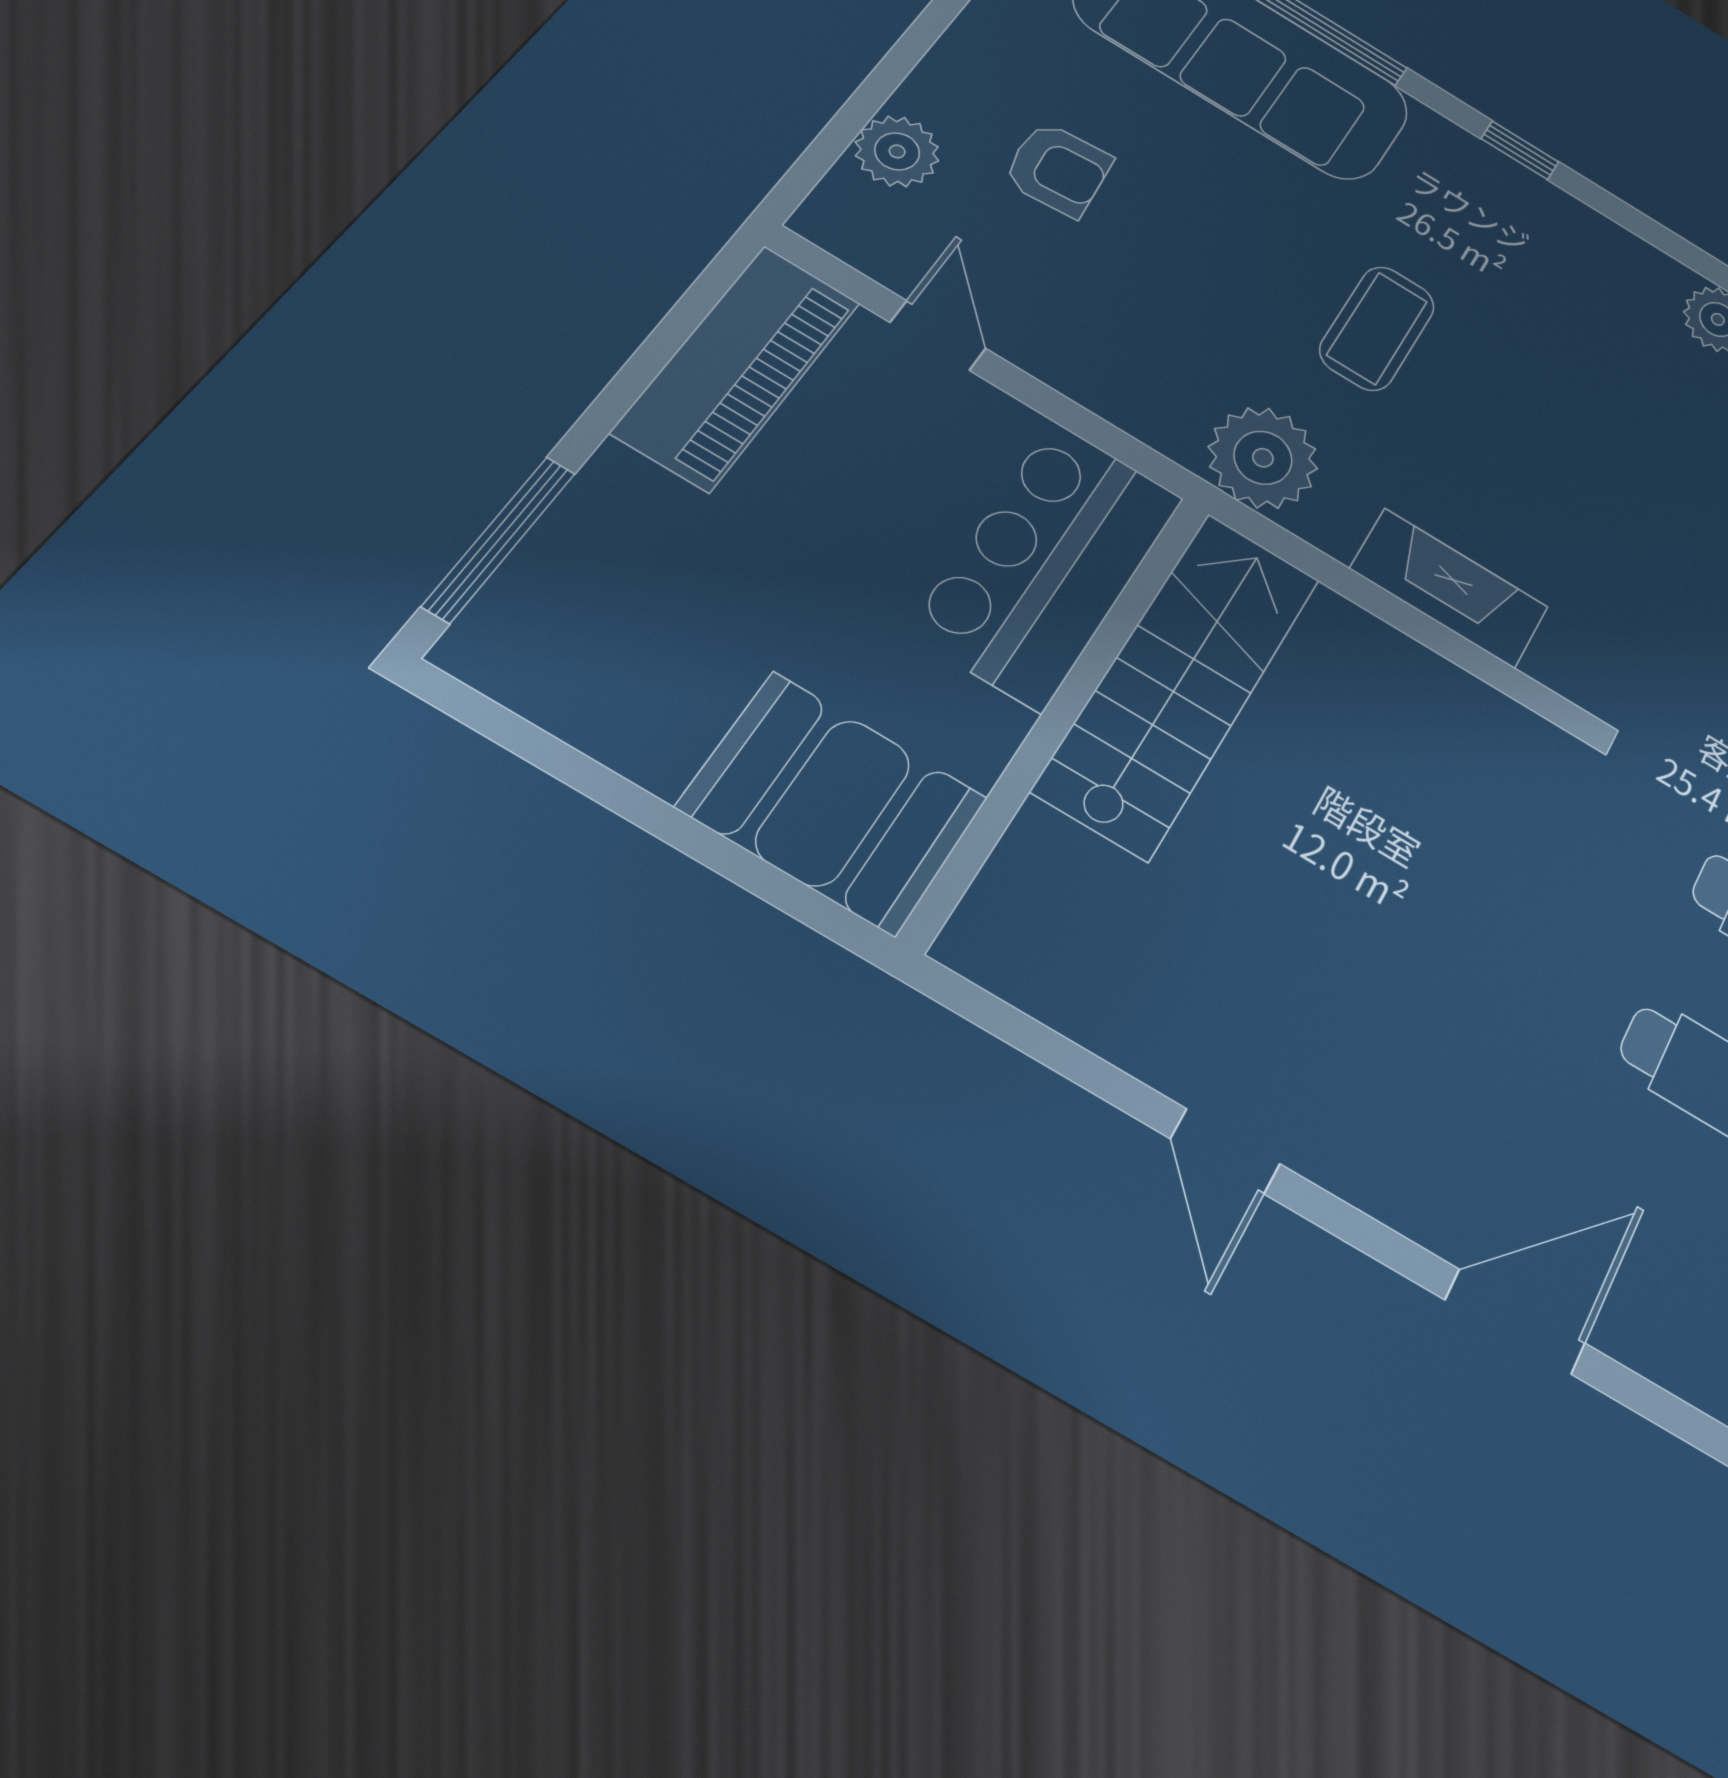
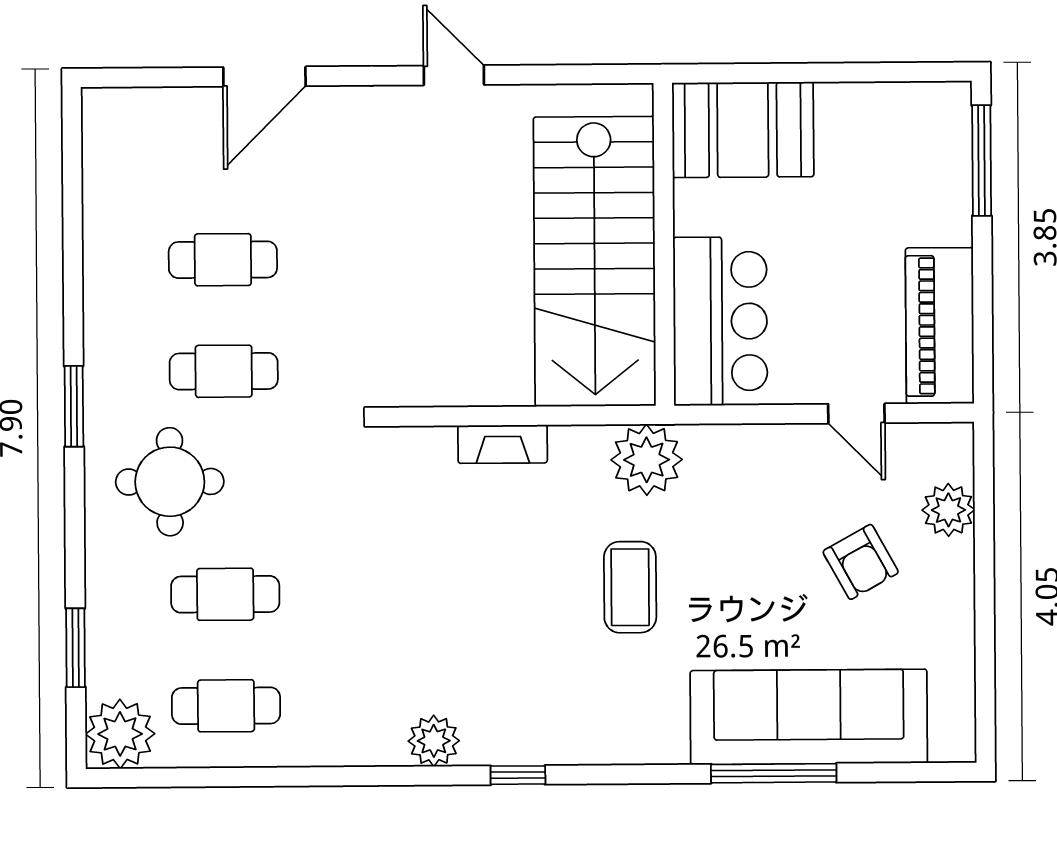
window: (1520, 150) -> (518, 775), moved
armchair: (1058, 169) -> (861, 562), turned -114
fireplace: (1449, 588) -> (503, 444), width x0.73, depth x0.76
stairs: (1179, 682) -> (595, 261), width x1.36, depth x1.51

